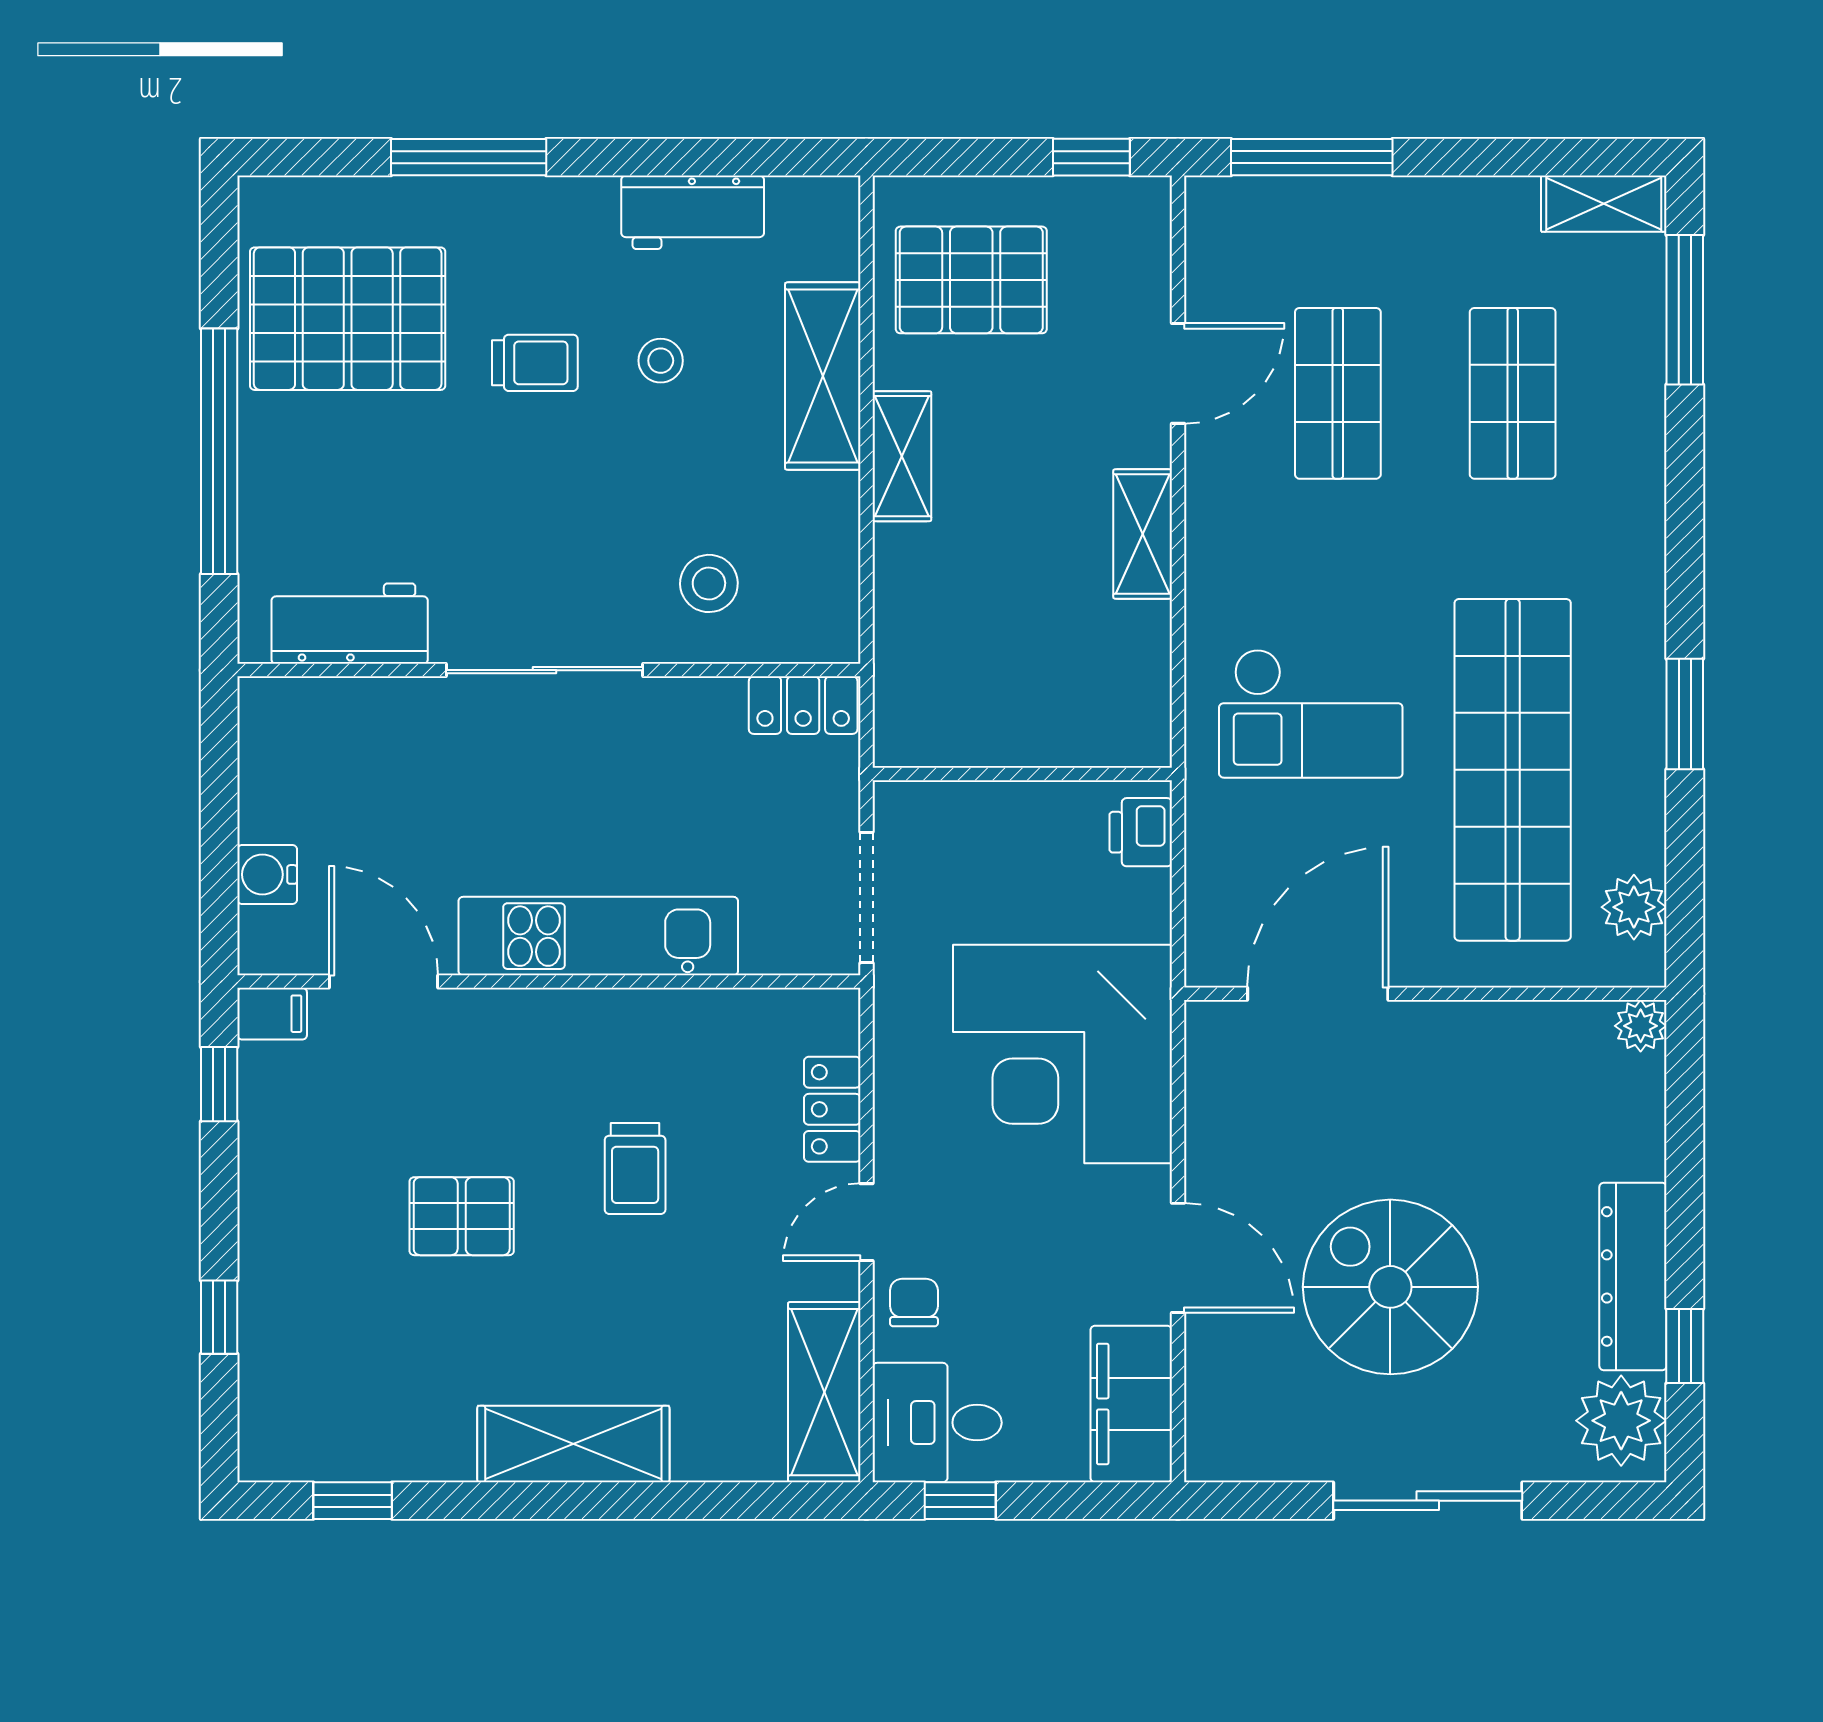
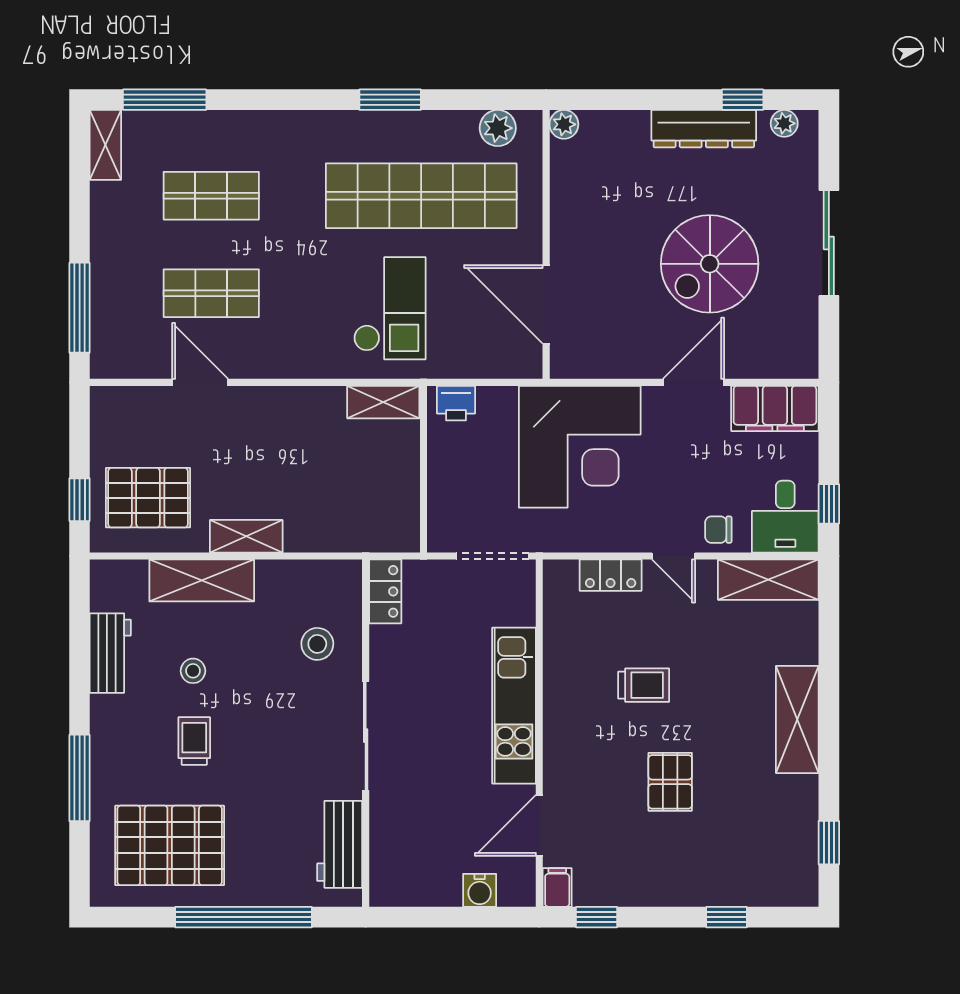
window: (1091, 157) -> (80, 500), moved
pallet: (971, 280) -> (148, 498), turned 90
pallet: (348, 319) -> (170, 845), turned 90
shelving: (1143, 534) -> (383, 402), moved
plant: (1621, 1421) -> (784, 123), width x0.53, depth x0.53

